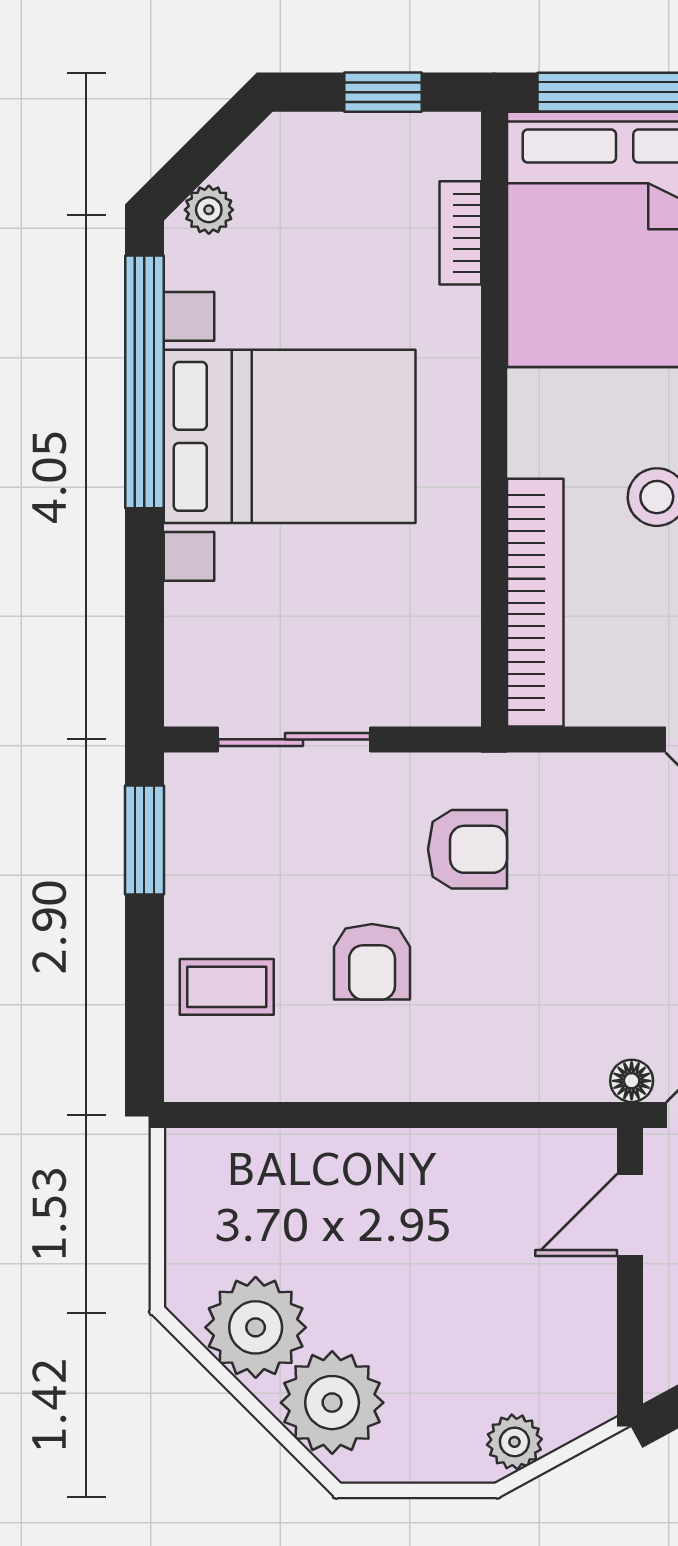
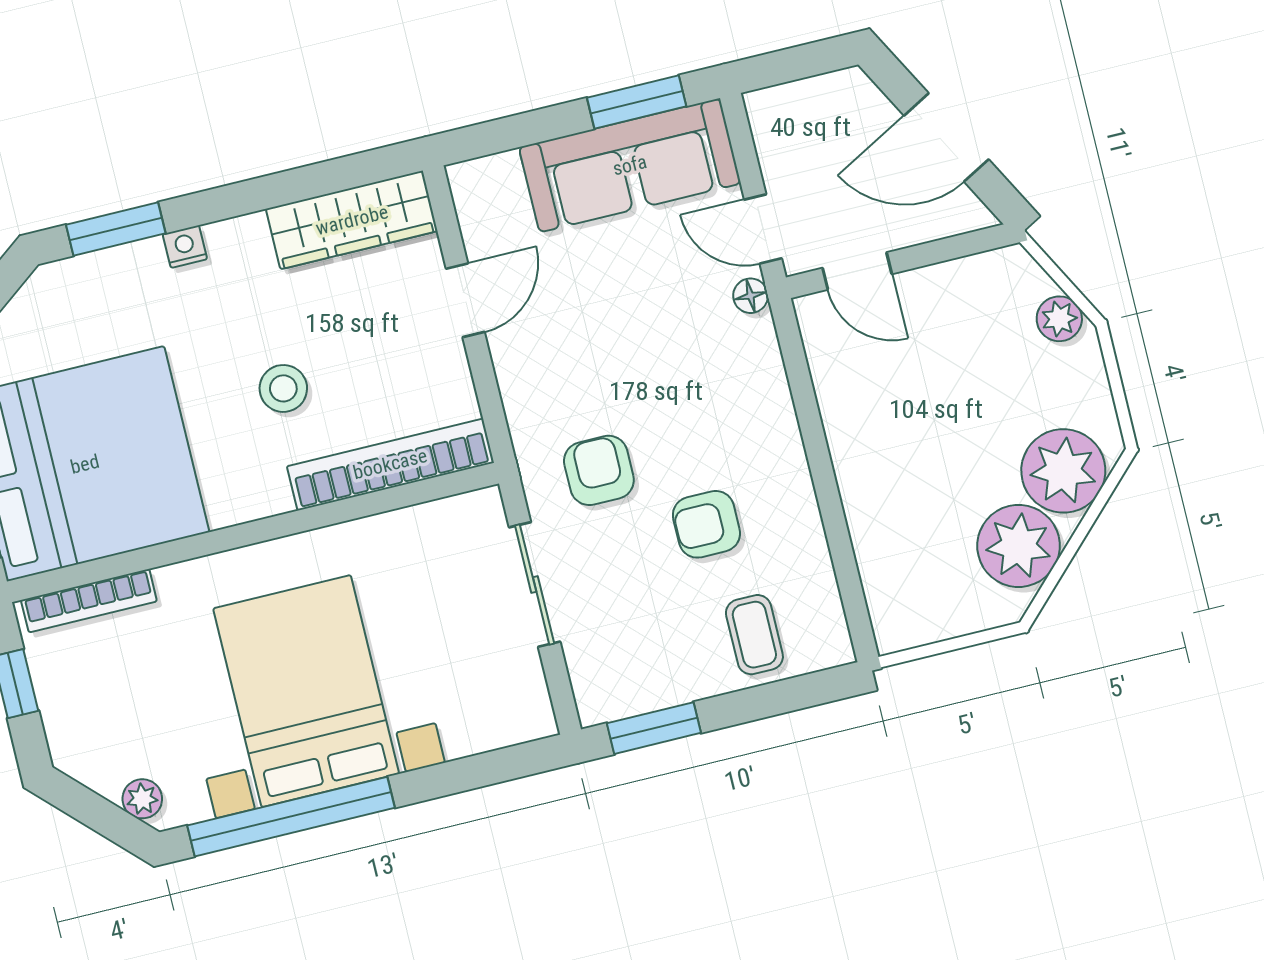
bookcase: (460, 233) -> (89, 601), width x1.56
sliding door: (294, 739) -> (535, 584), moved
armchair: (372, 962) -> (706, 524), turned 180

